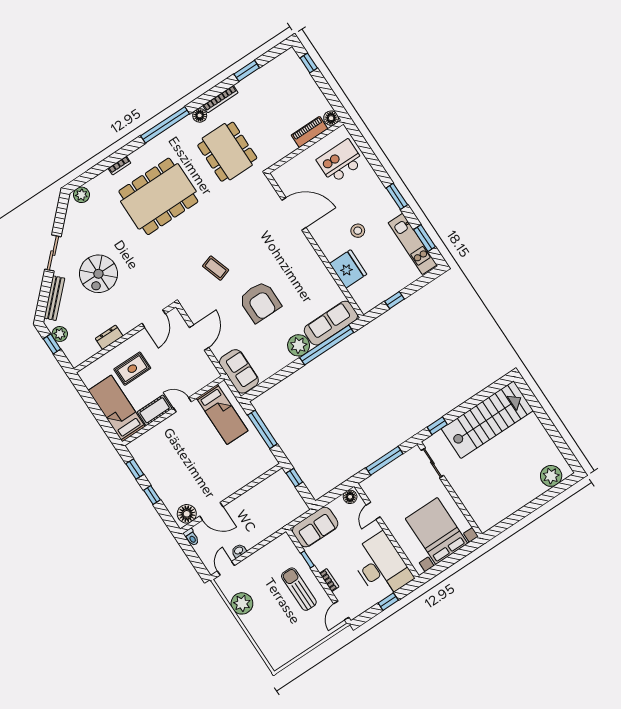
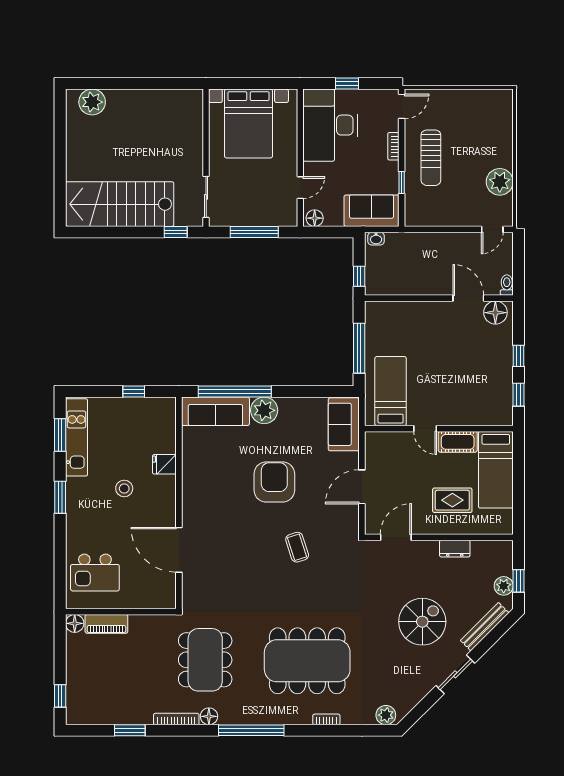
fridge: (348, 269) -> (164, 464), width x0.53, depth x0.75
washbasin: (239, 551) -> (376, 239), moved

